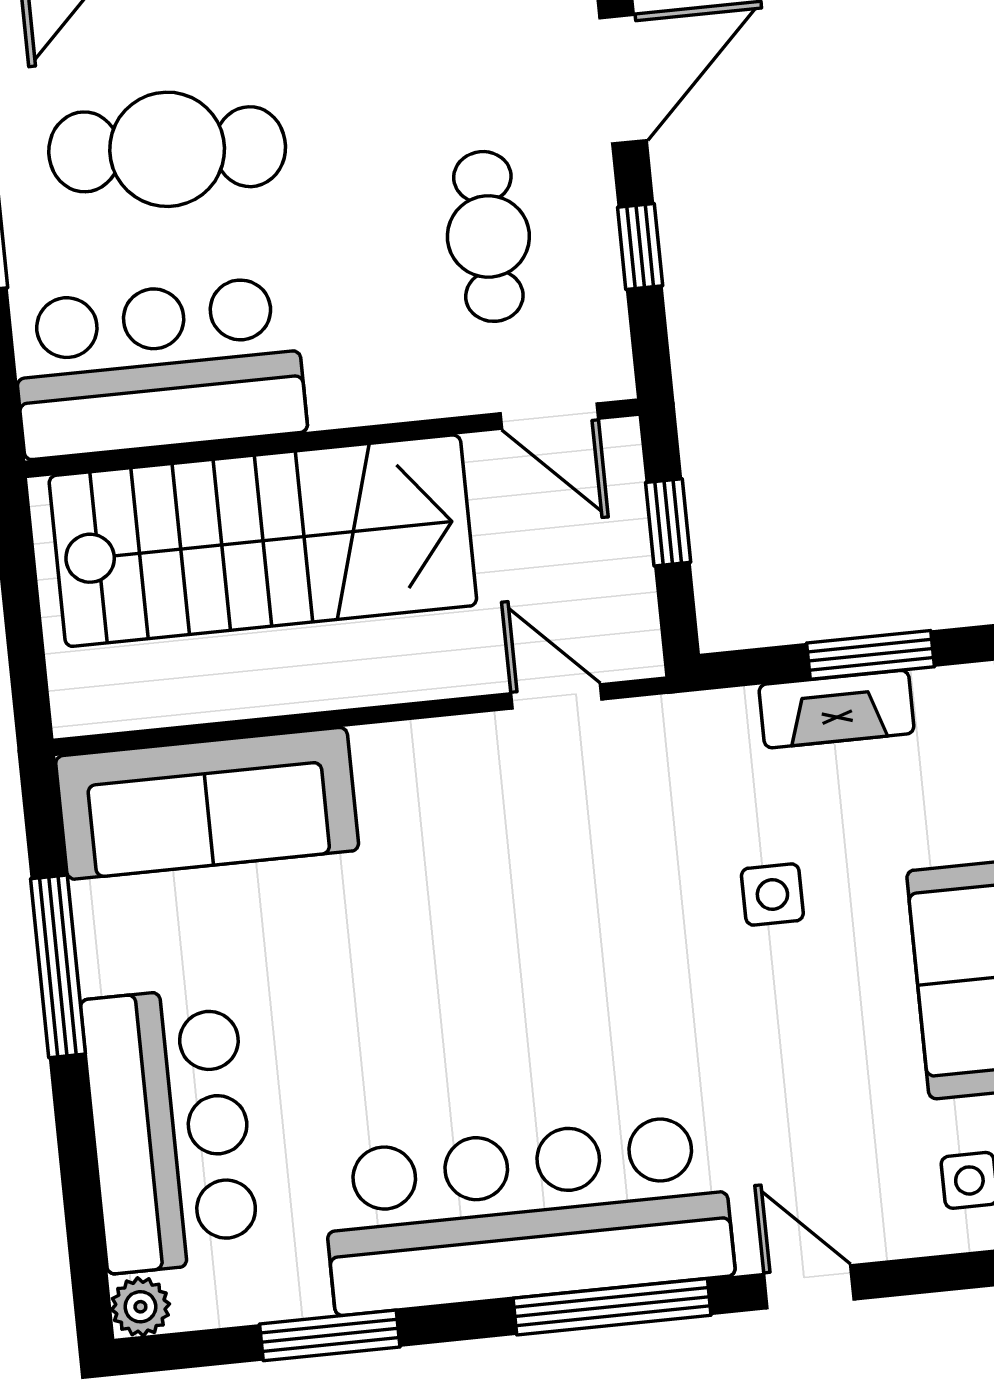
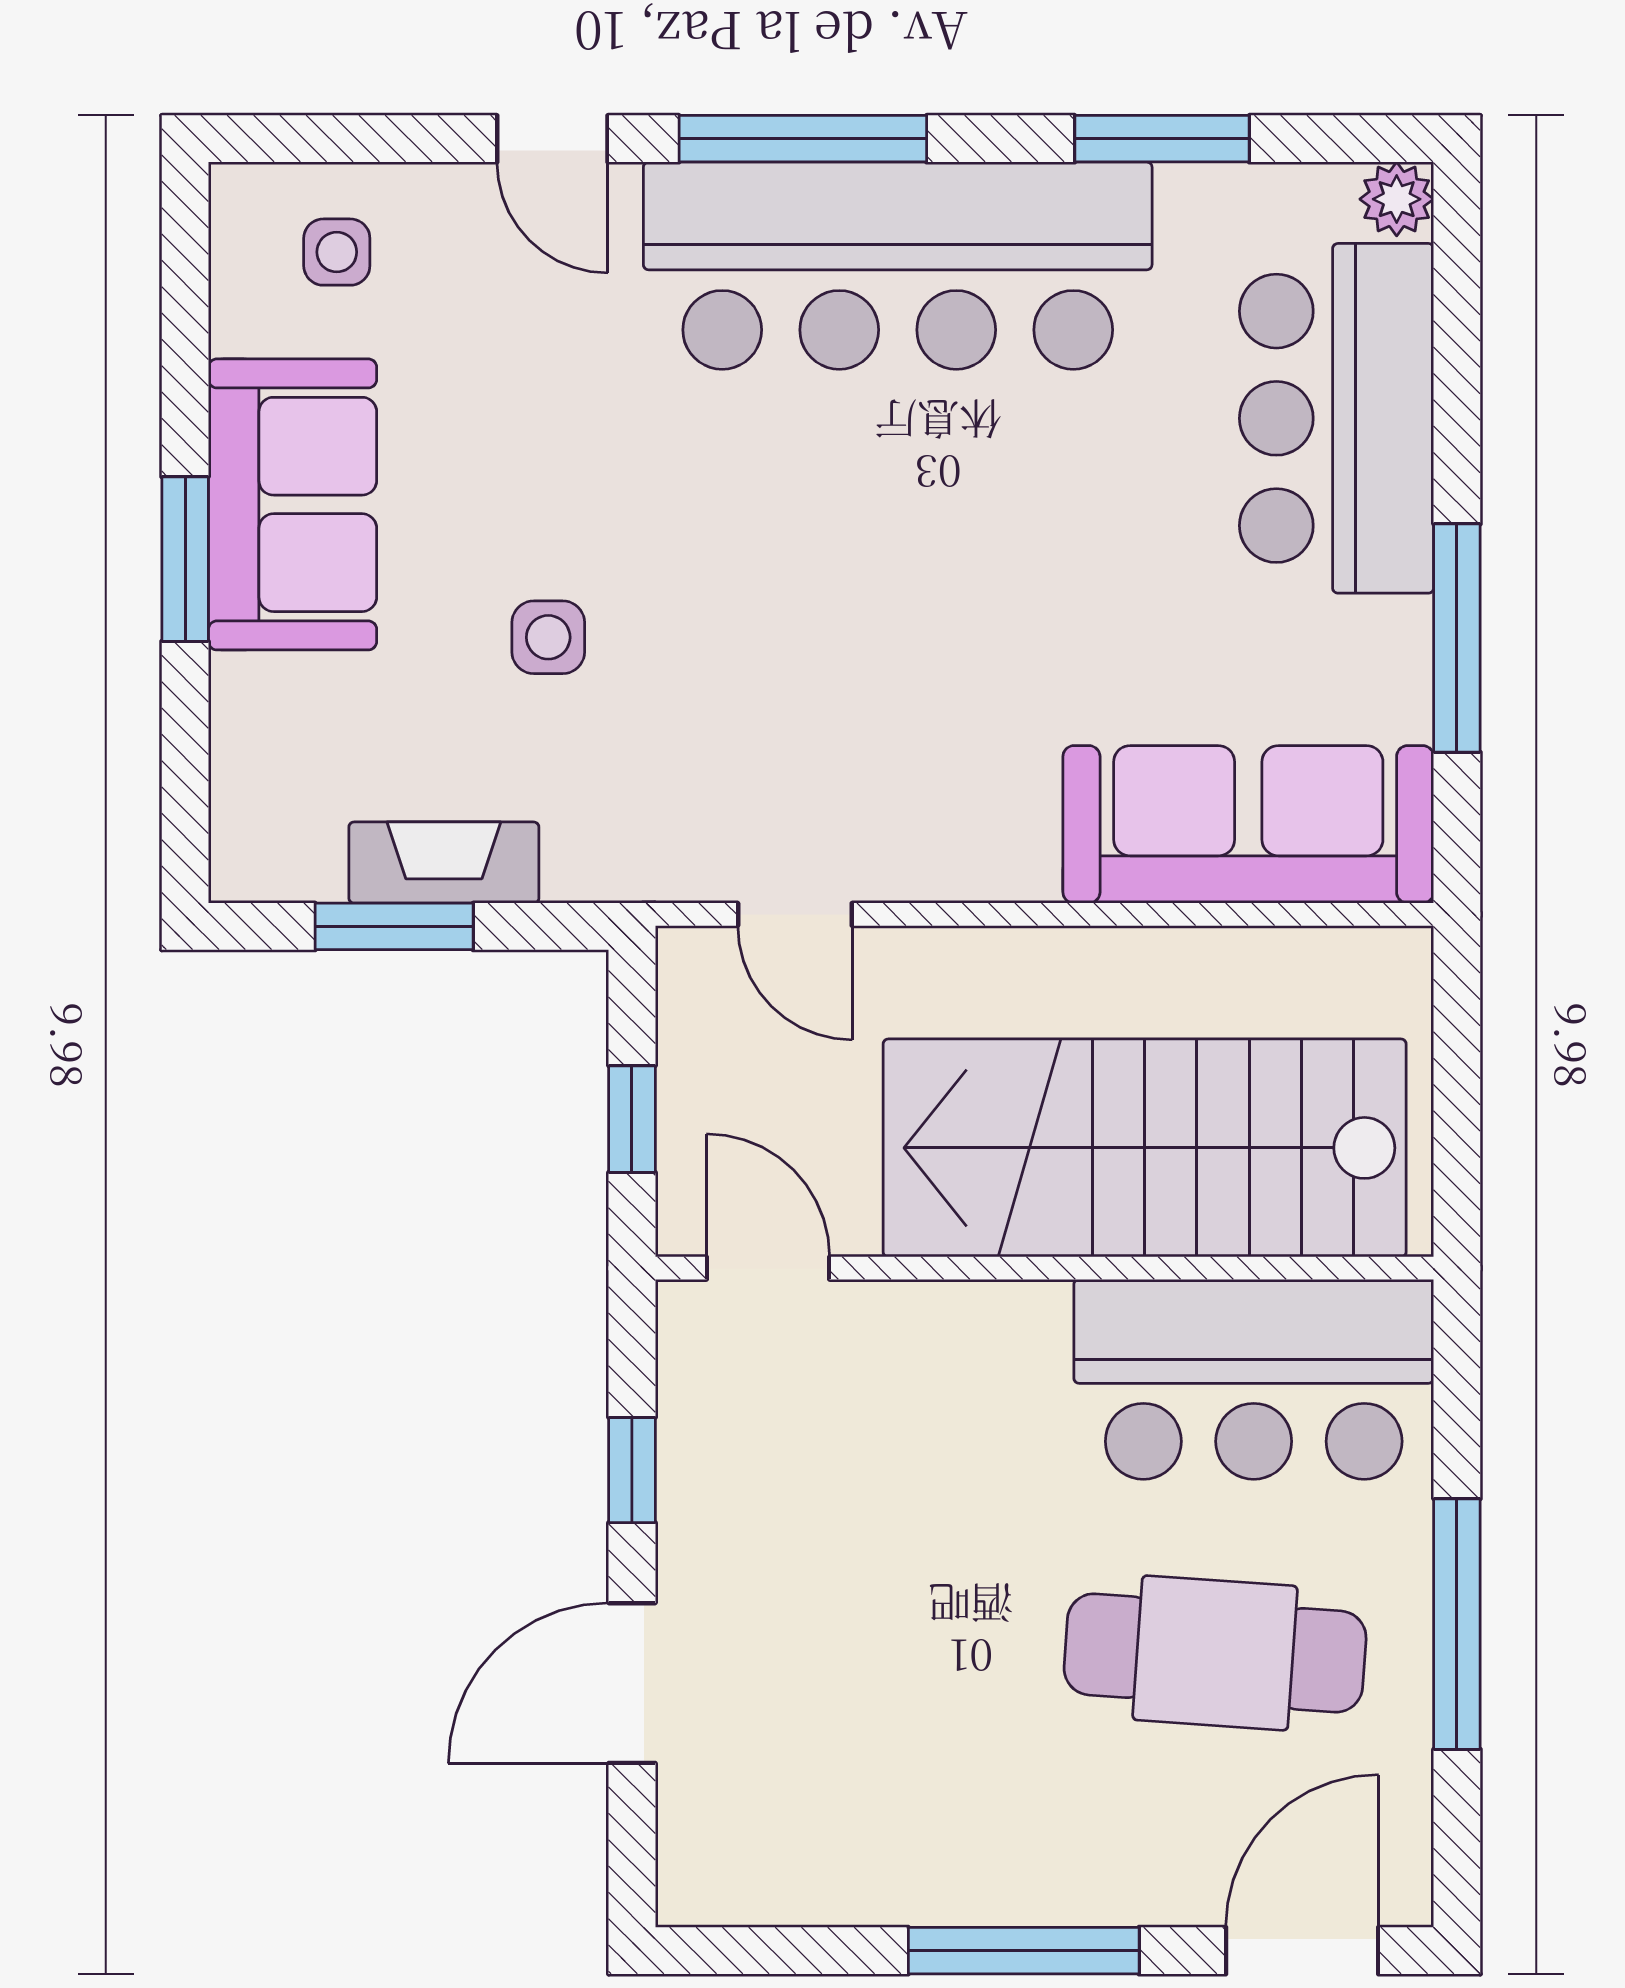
cafe table: (488, 236) -> (822, 1502), removed

